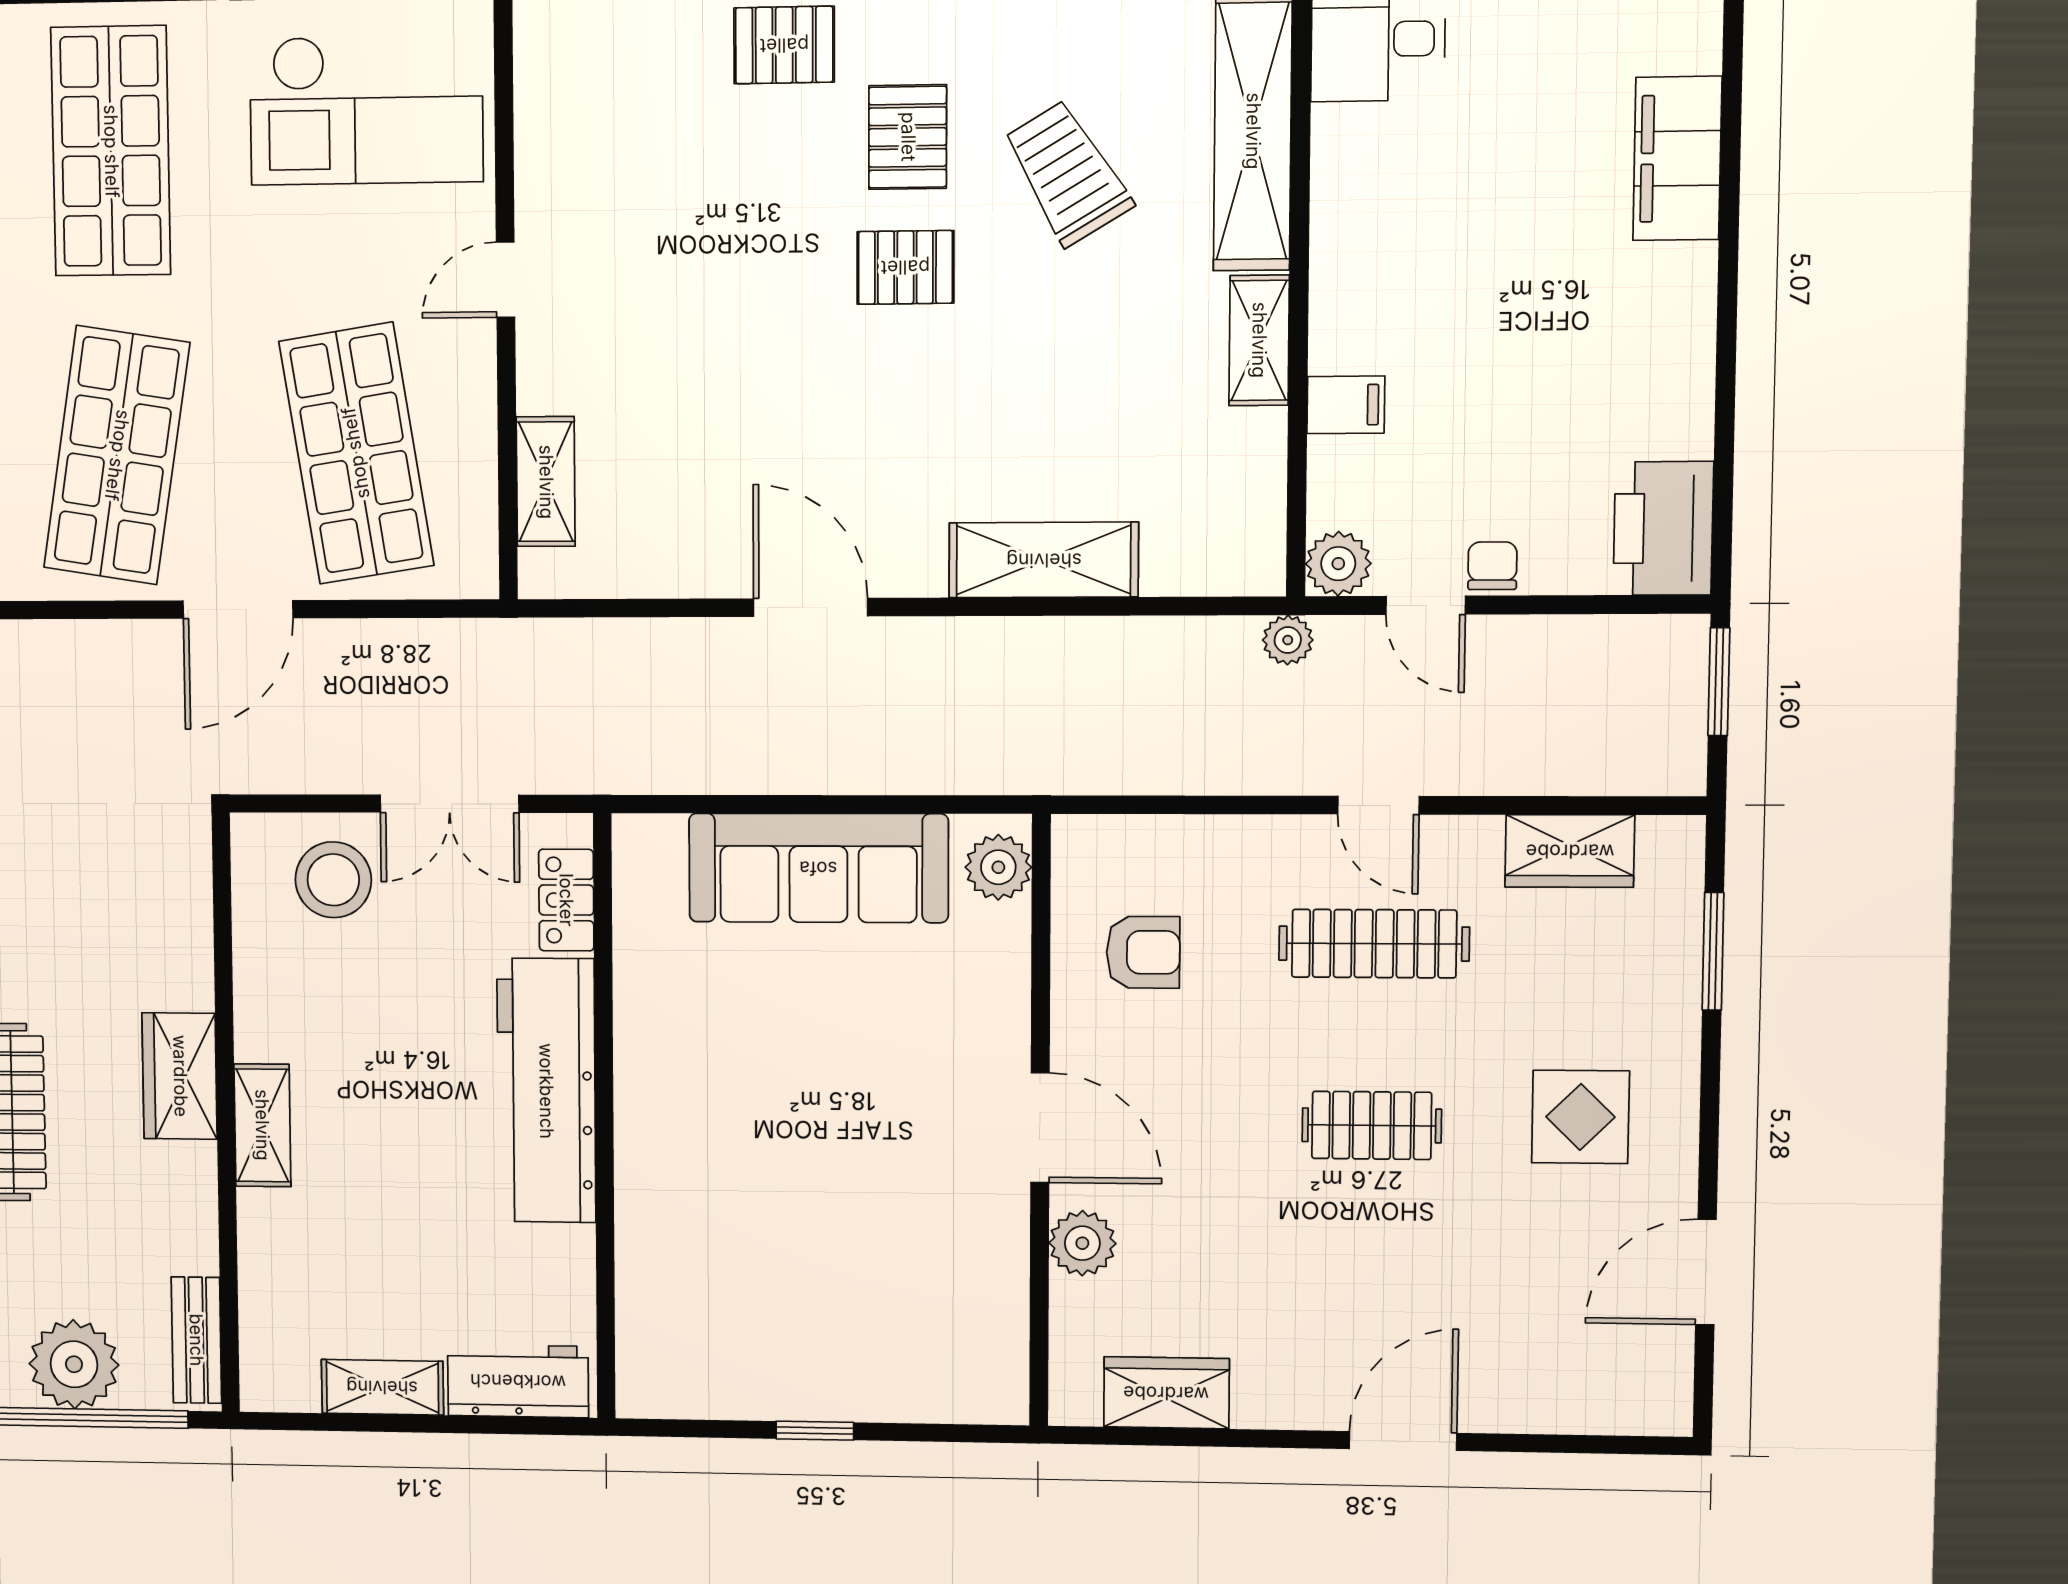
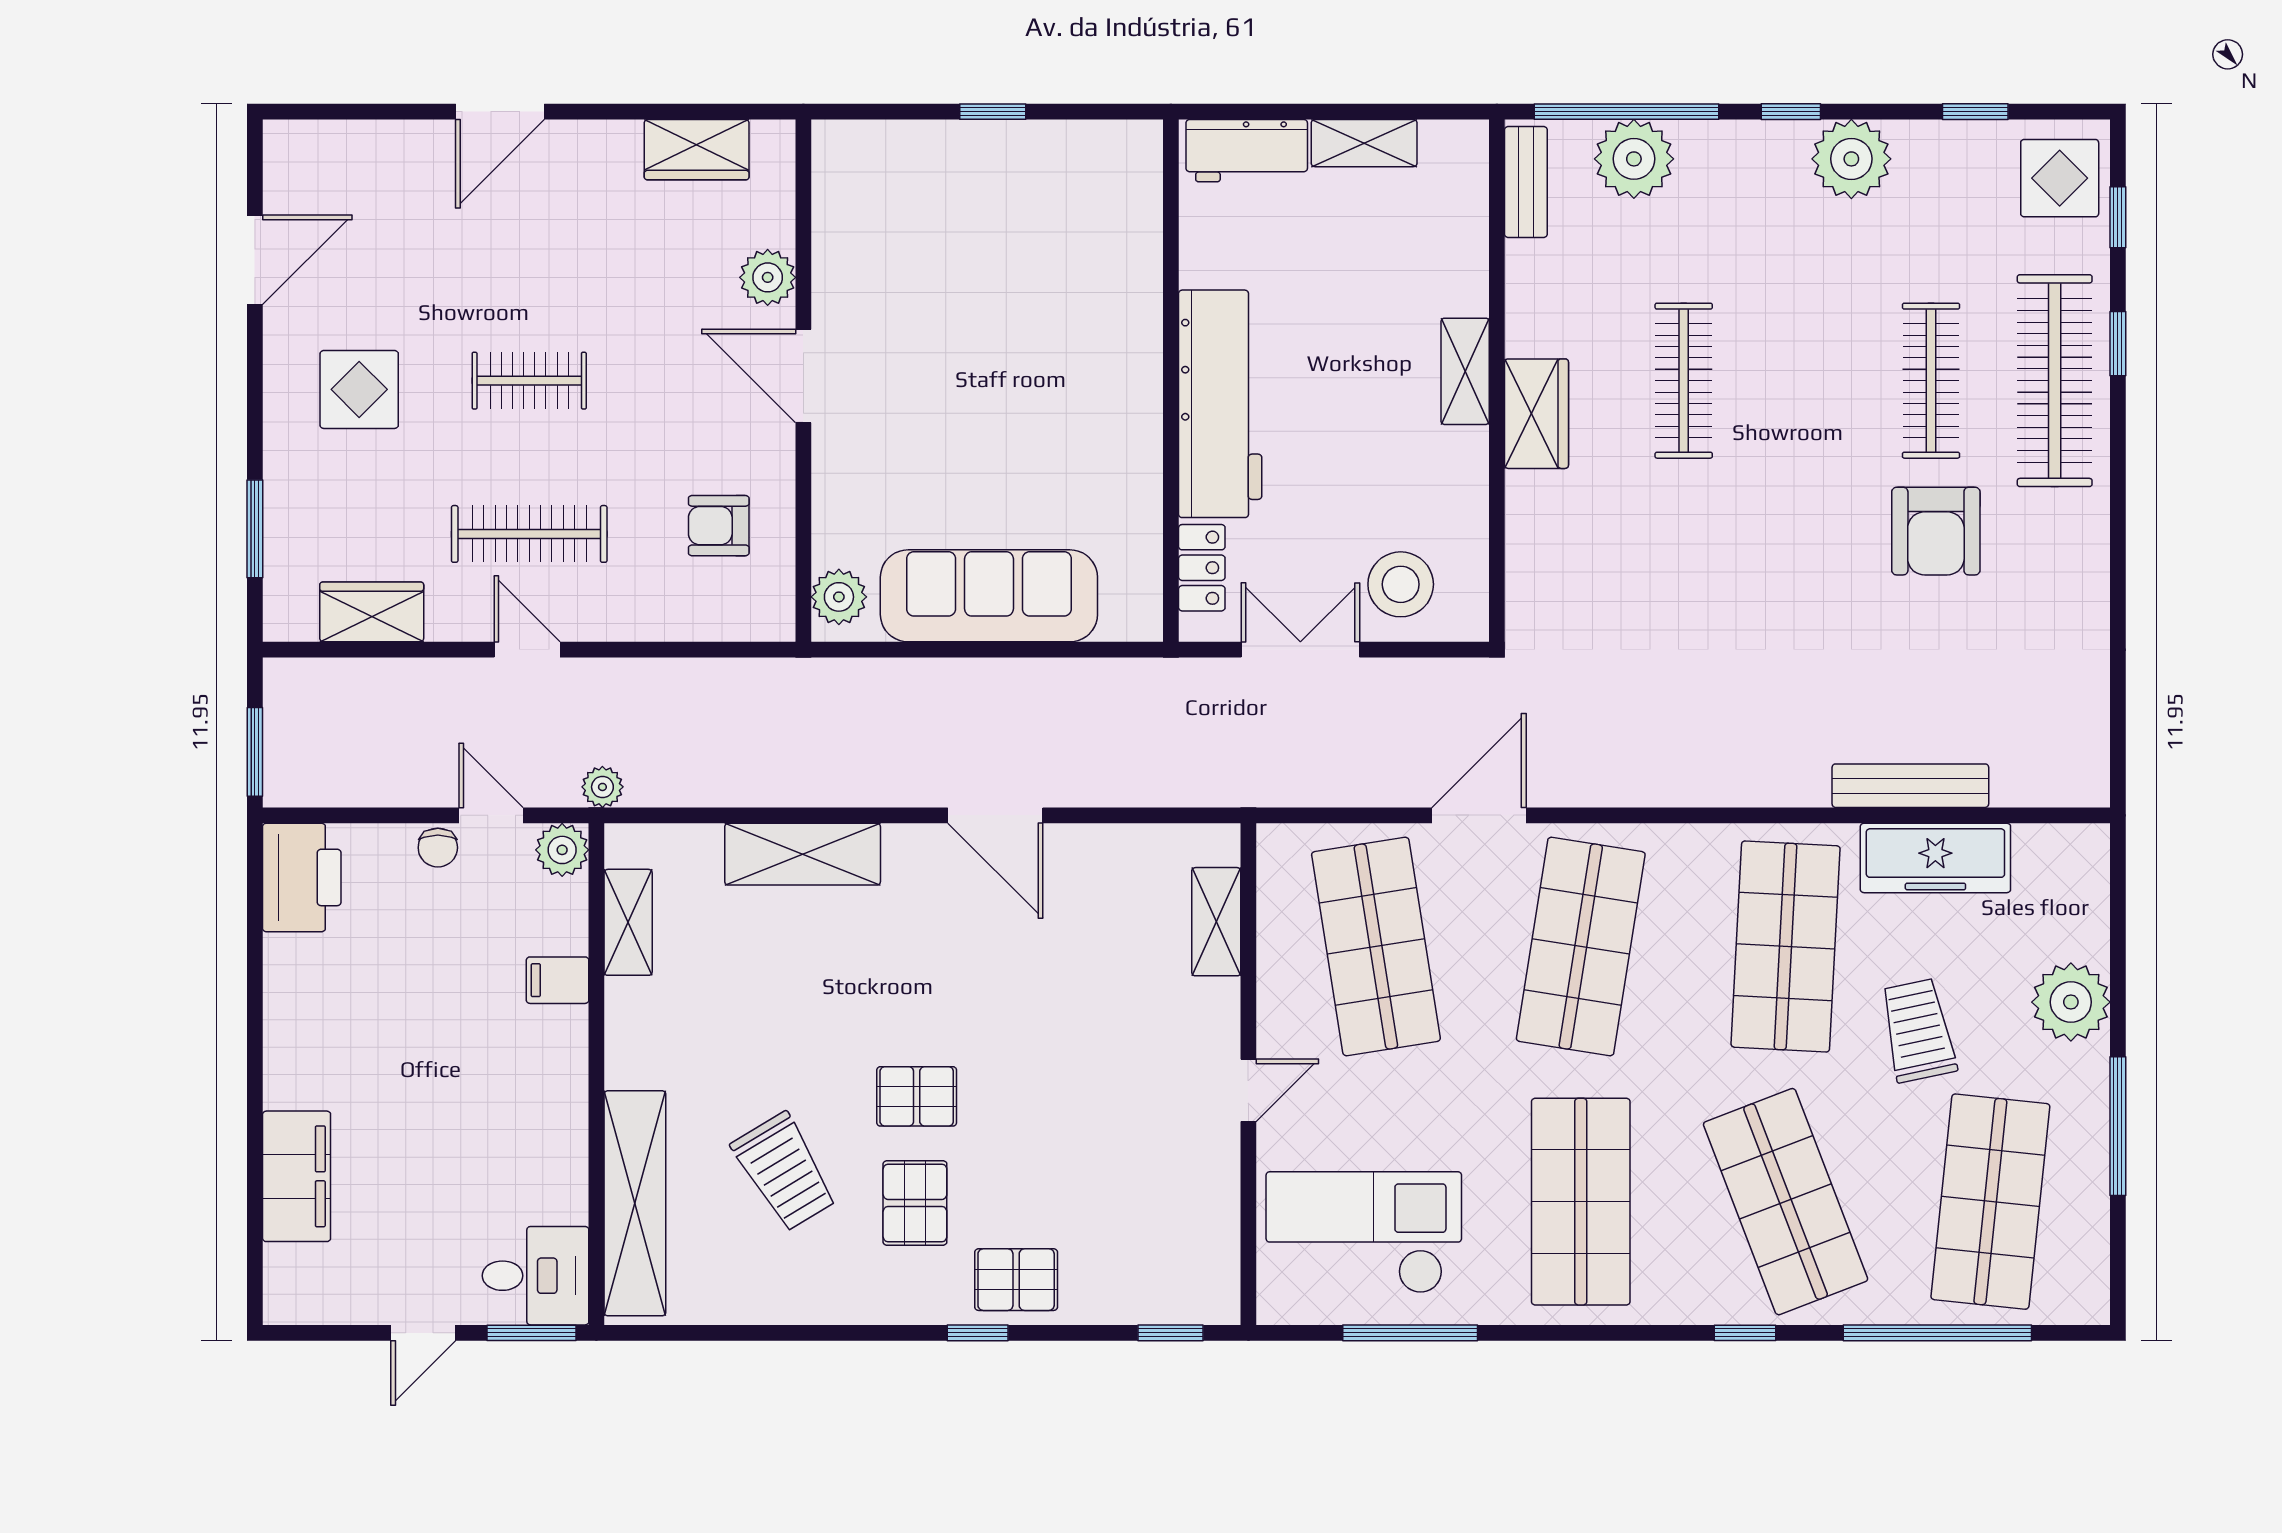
shelving: (1259, 340) -> (628, 922), moved

